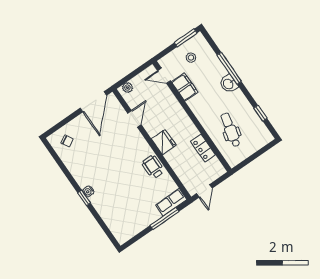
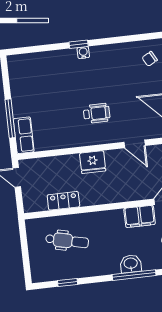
washbasin: (228, 84) -> (131, 264), moved
wheelchair: (153, 167) -> (97, 113), moved

